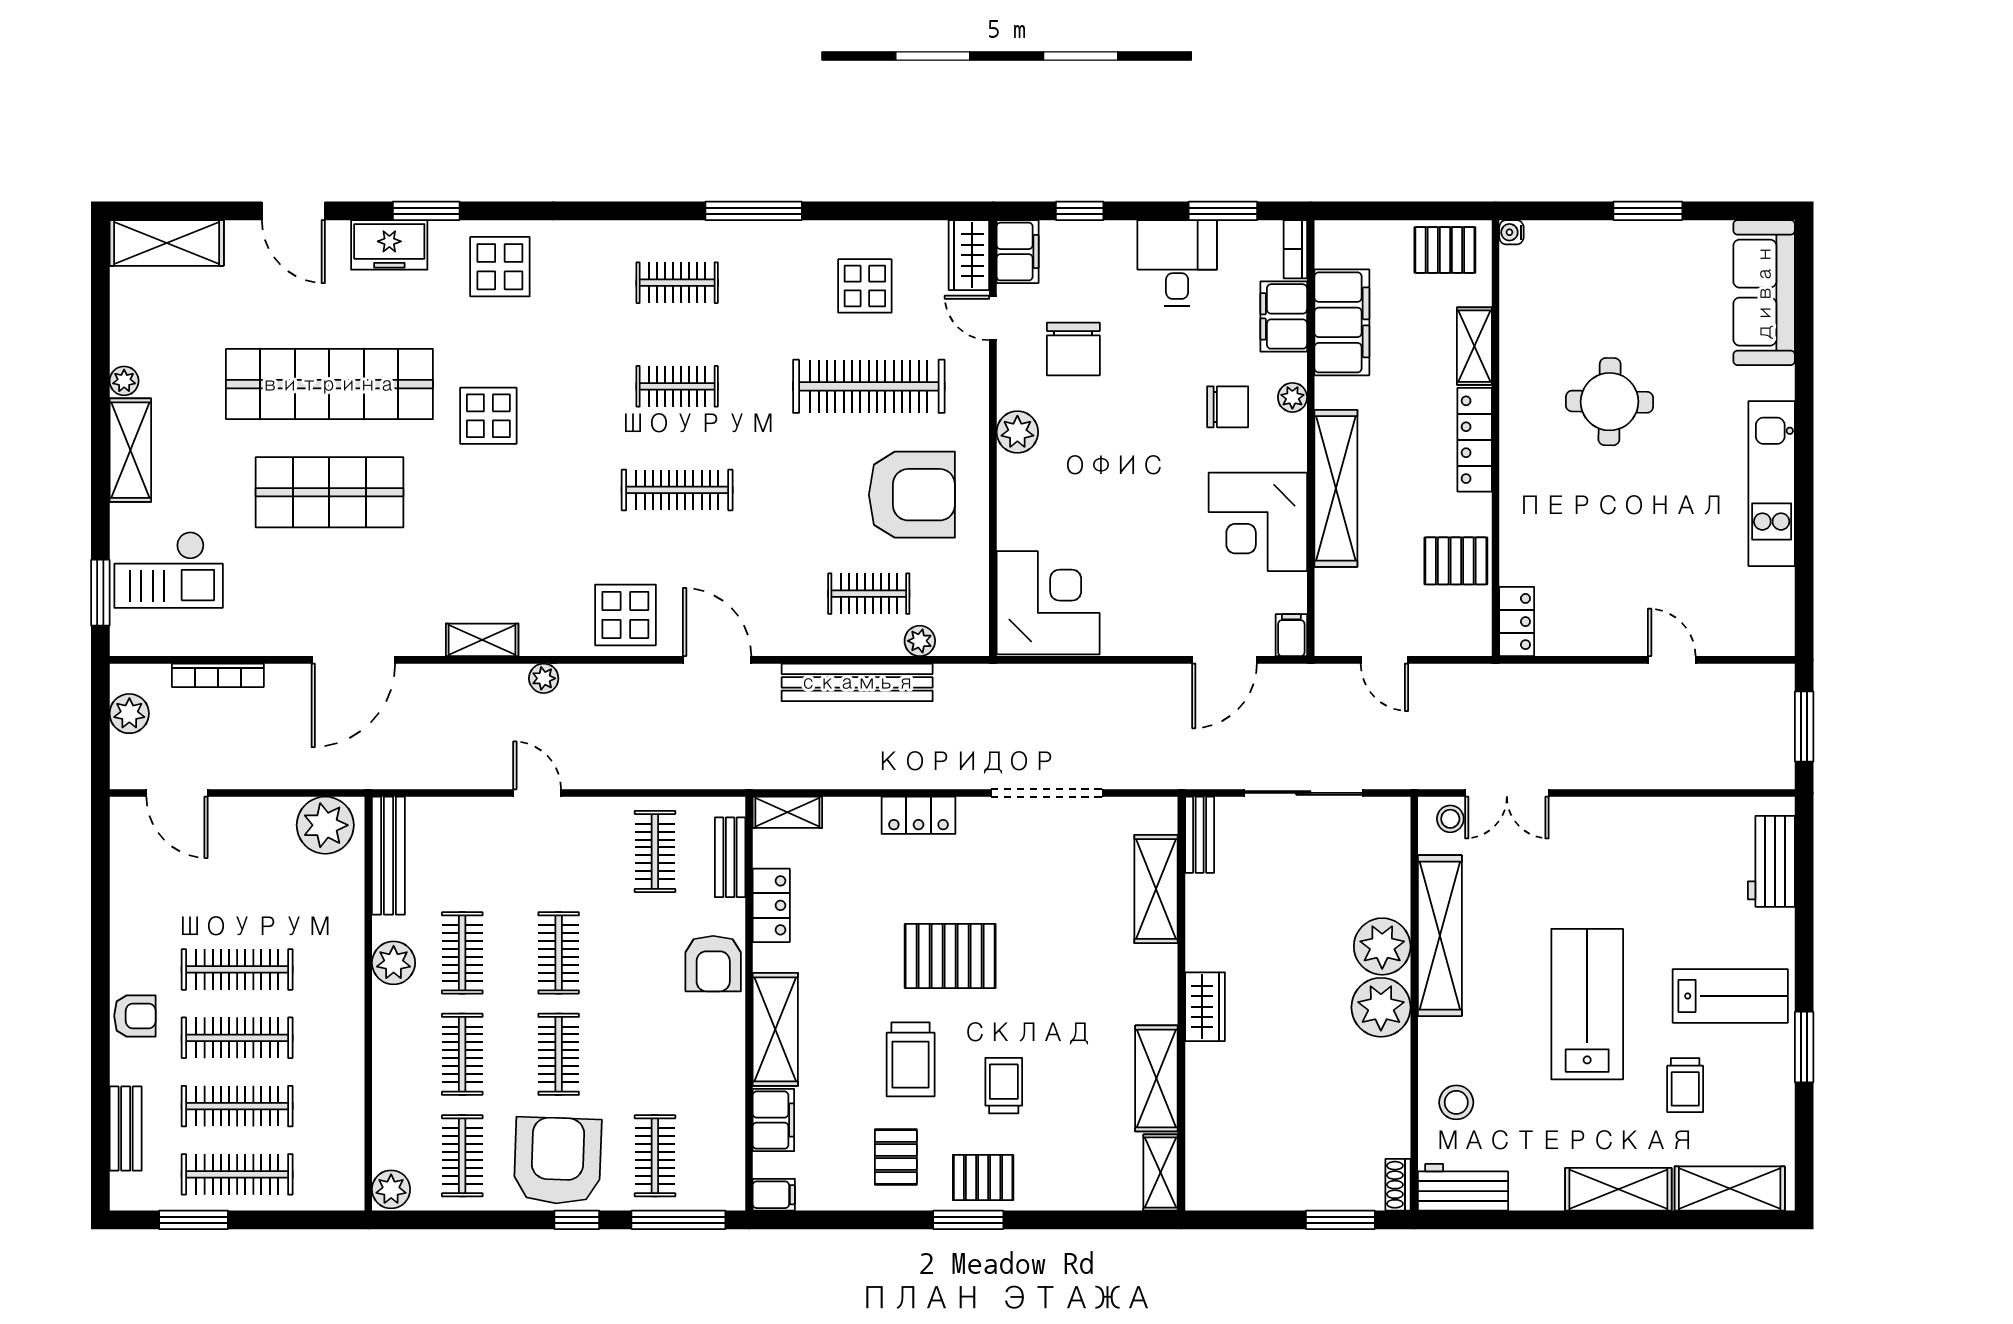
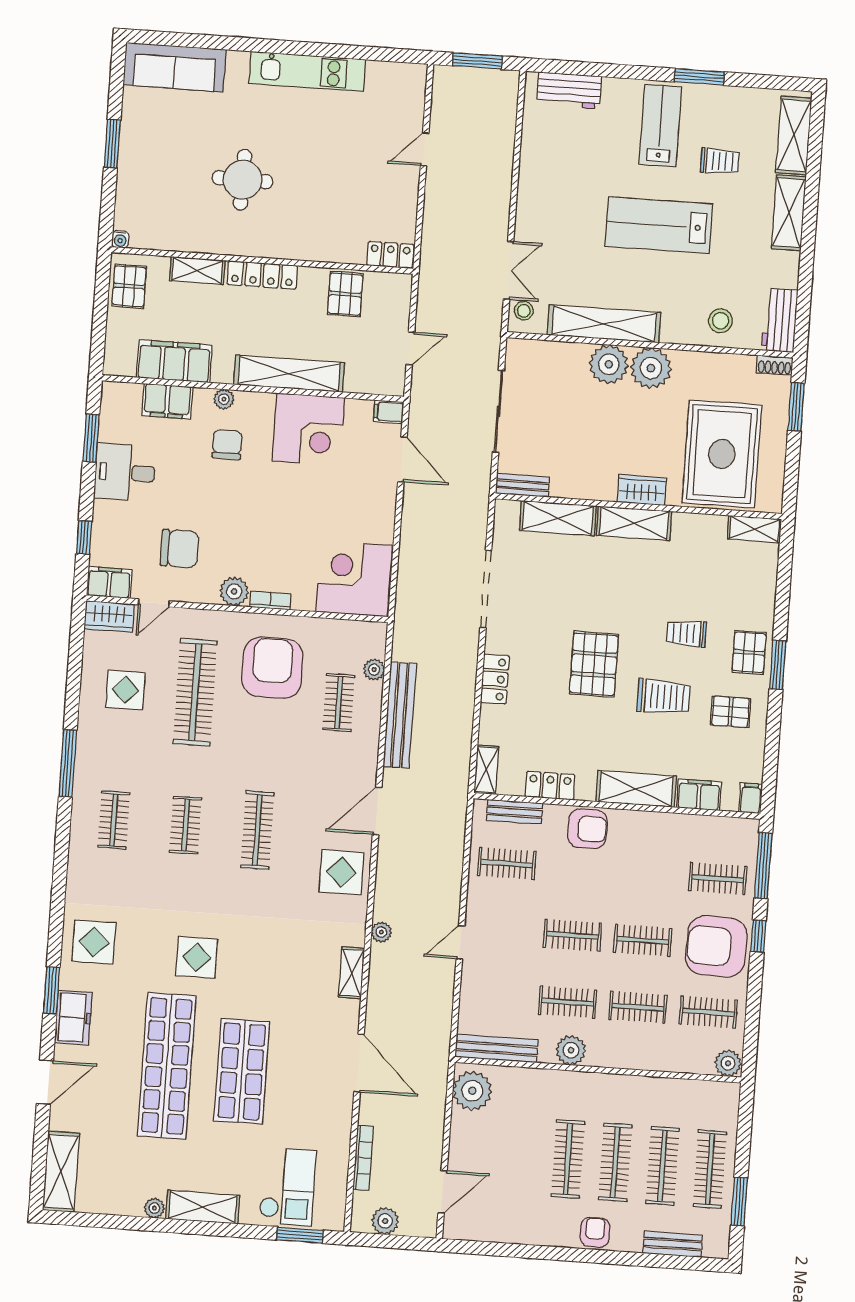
bookcase: (1295, 249) -> (270, 600), moved, turned 180
shelving: (1156, 1078) -> (634, 523), moved
rug: (1265, 1118) -> (722, 454), added

